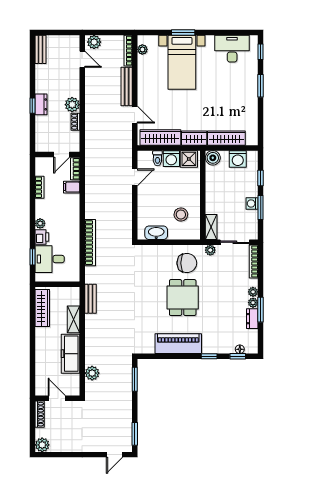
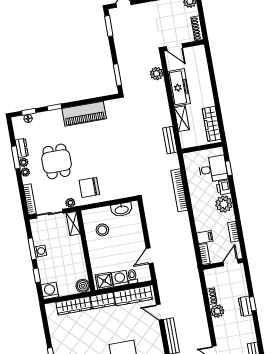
door: (62, 154) -> (231, 263), moved
washing machine: (238, 159) -> (50, 291), moved
plant: (40, 223) -> (224, 204), width x1.88, depth x1.88
dining table: (183, 298) -> (57, 161), moved
door: (57, 398) -> (174, 47), moved

